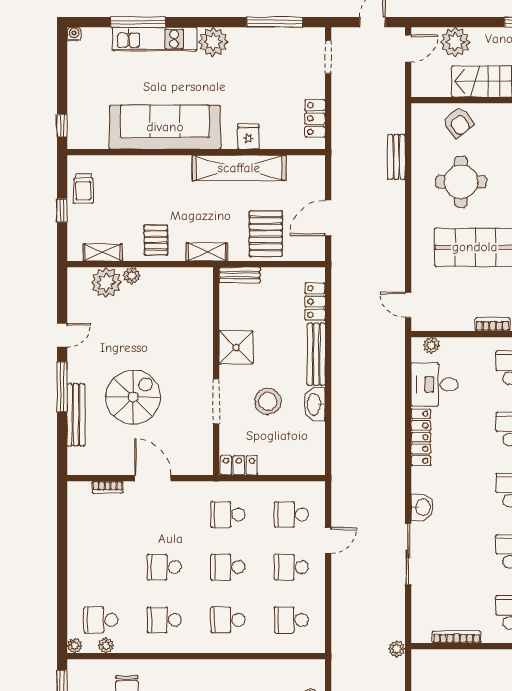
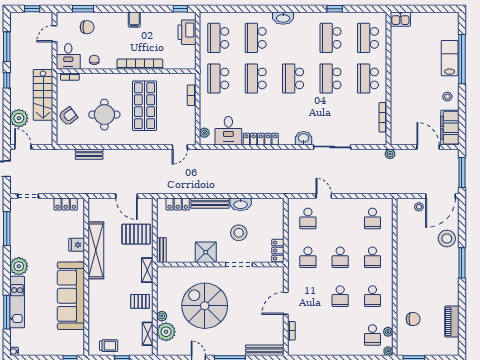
spiral stairs: (133, 397) -> (205, 306), moved, width x1.37, depth x1.37
bench: (76, 415) -> (265, 350), moved
school desk: (291, 567) -> (340, 218), removed

